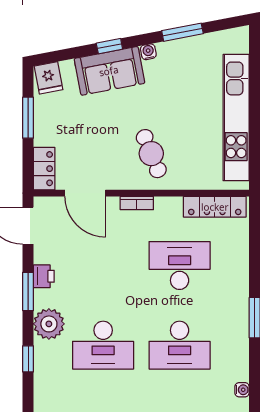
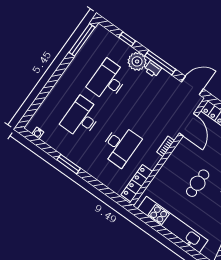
cafe table: (151, 154) -> (198, 183), moved, turned -68
door: (85, 193) -> (188, 125), swing flipped
printer: (44, 276) -> (153, 69), moved
window: (28, 291) -> (160, 63), width x1.44

